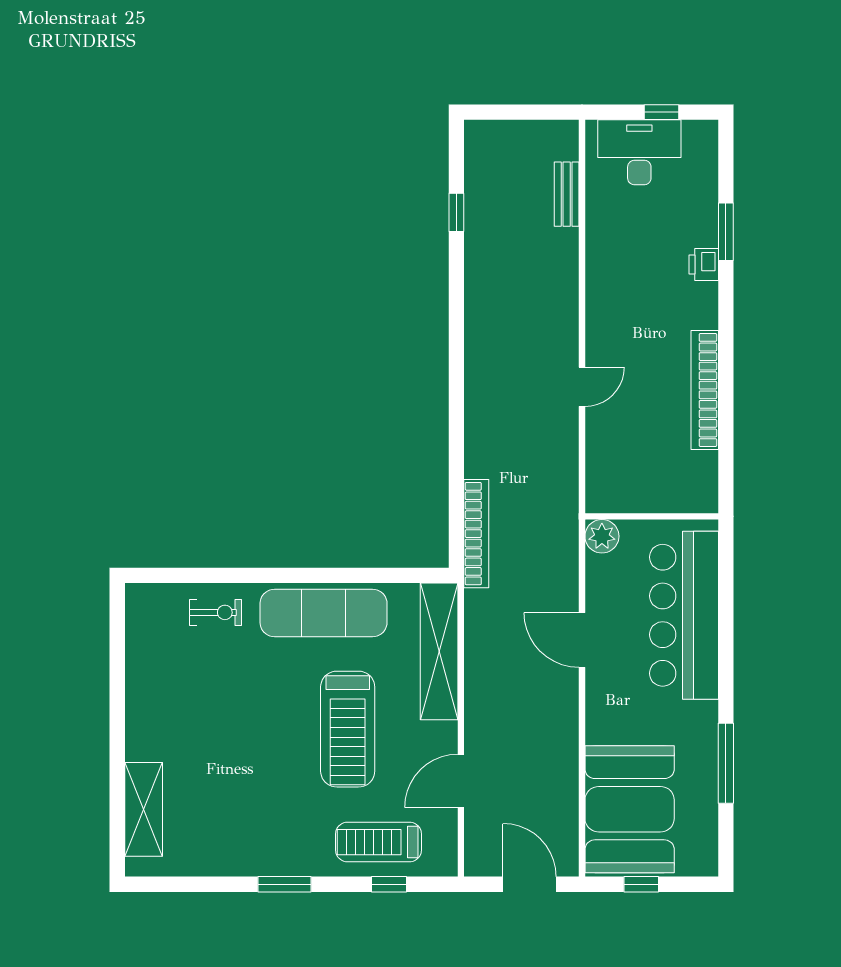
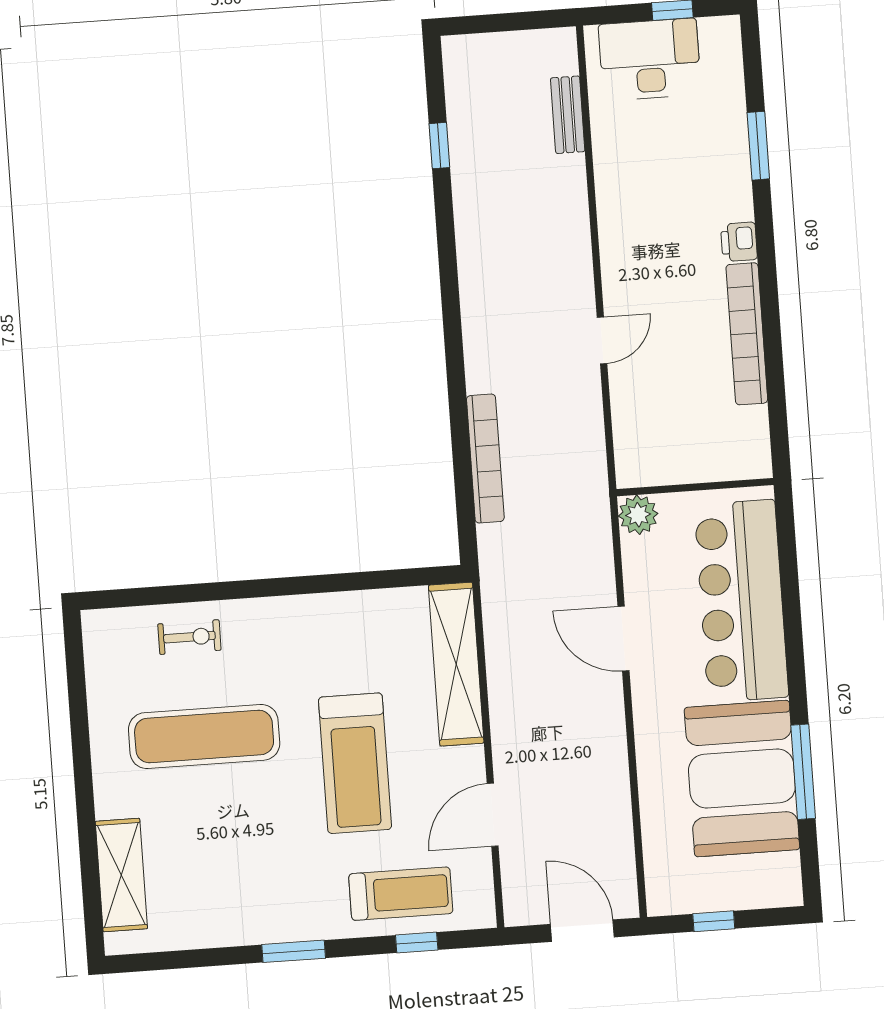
printer: (704, 265) -> (739, 242), moved
bookcase: (476, 534) -> (485, 459), moved
exercise mat: (324, 613) -> (204, 736), moved
booth: (630, 809) -> (742, 779), moved
treadmill: (378, 842) -> (401, 894), turned 180

